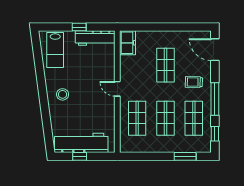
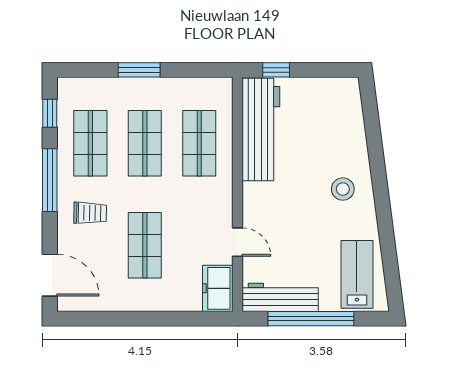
window: (79, 27) -> (311, 319), width x3.17
door: (117, 89) -> (238, 242), moved
workbench: (81, 143) -> (261, 129), moved, turned -90
window: (80, 156) -> (276, 70), moved
window: (185, 156) -> (139, 70), moved

